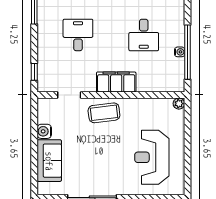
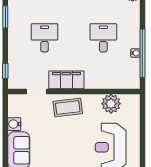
desk: (144, 35) -> (103, 38), turned 180
filing cabinet: (116, 82) -> (66, 80), moved
plant: (179, 104) -> (111, 104), moved, width x1.88, depth x1.88

